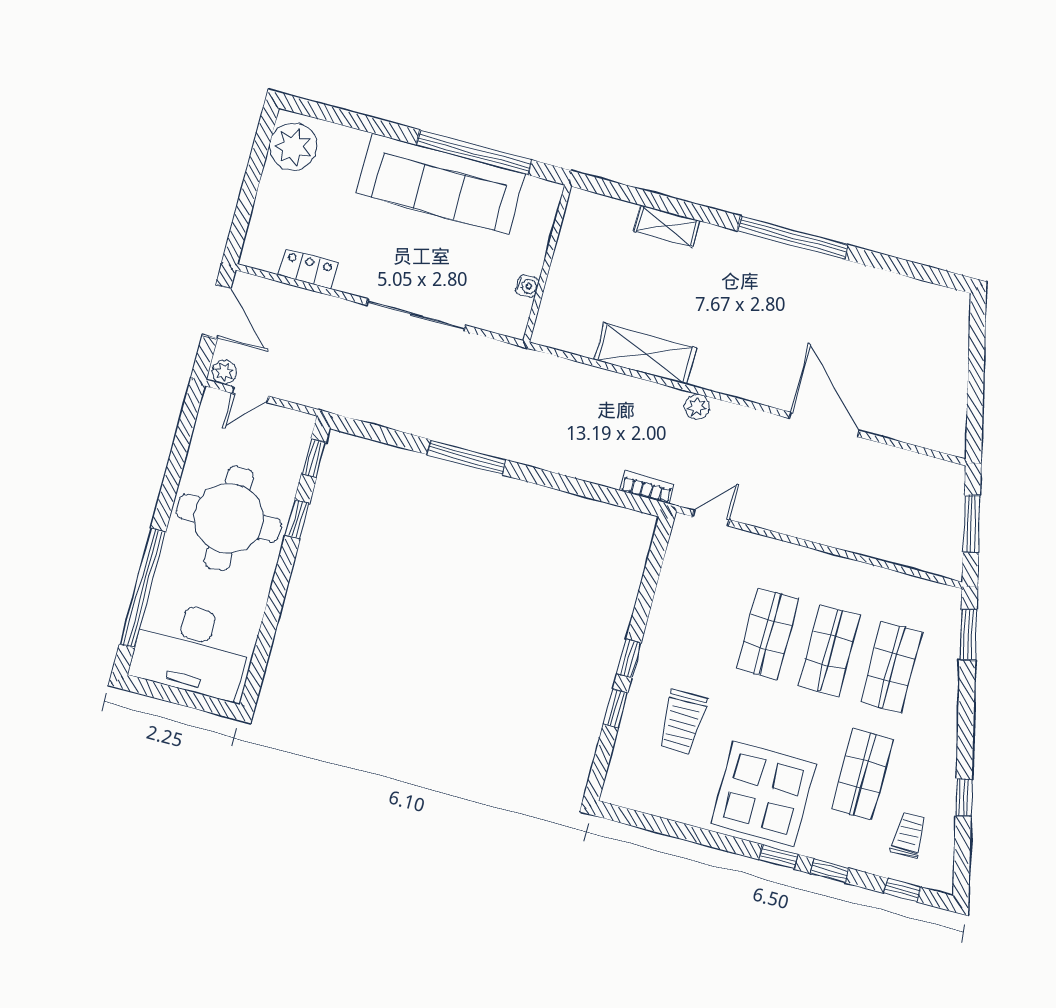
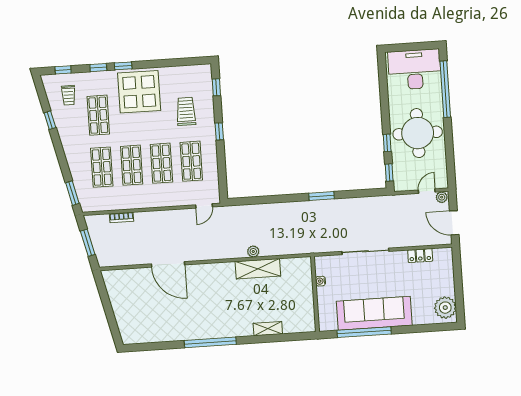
plant: (697, 406) -> (253, 251), moved
window: (467, 457) -> (321, 196), width x0.69
bookcase: (647, 487) -> (122, 218), moved
shop shelf: (706, 617) -> (191, 161), added
window: (615, 709) -> (216, 87), moved

